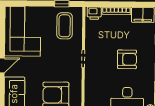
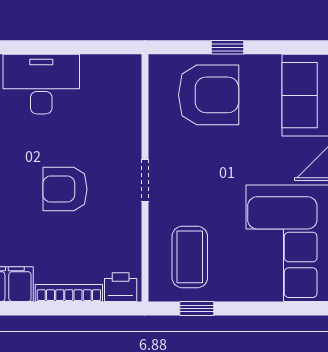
armchair: (127, 59) -> (65, 189), moved

